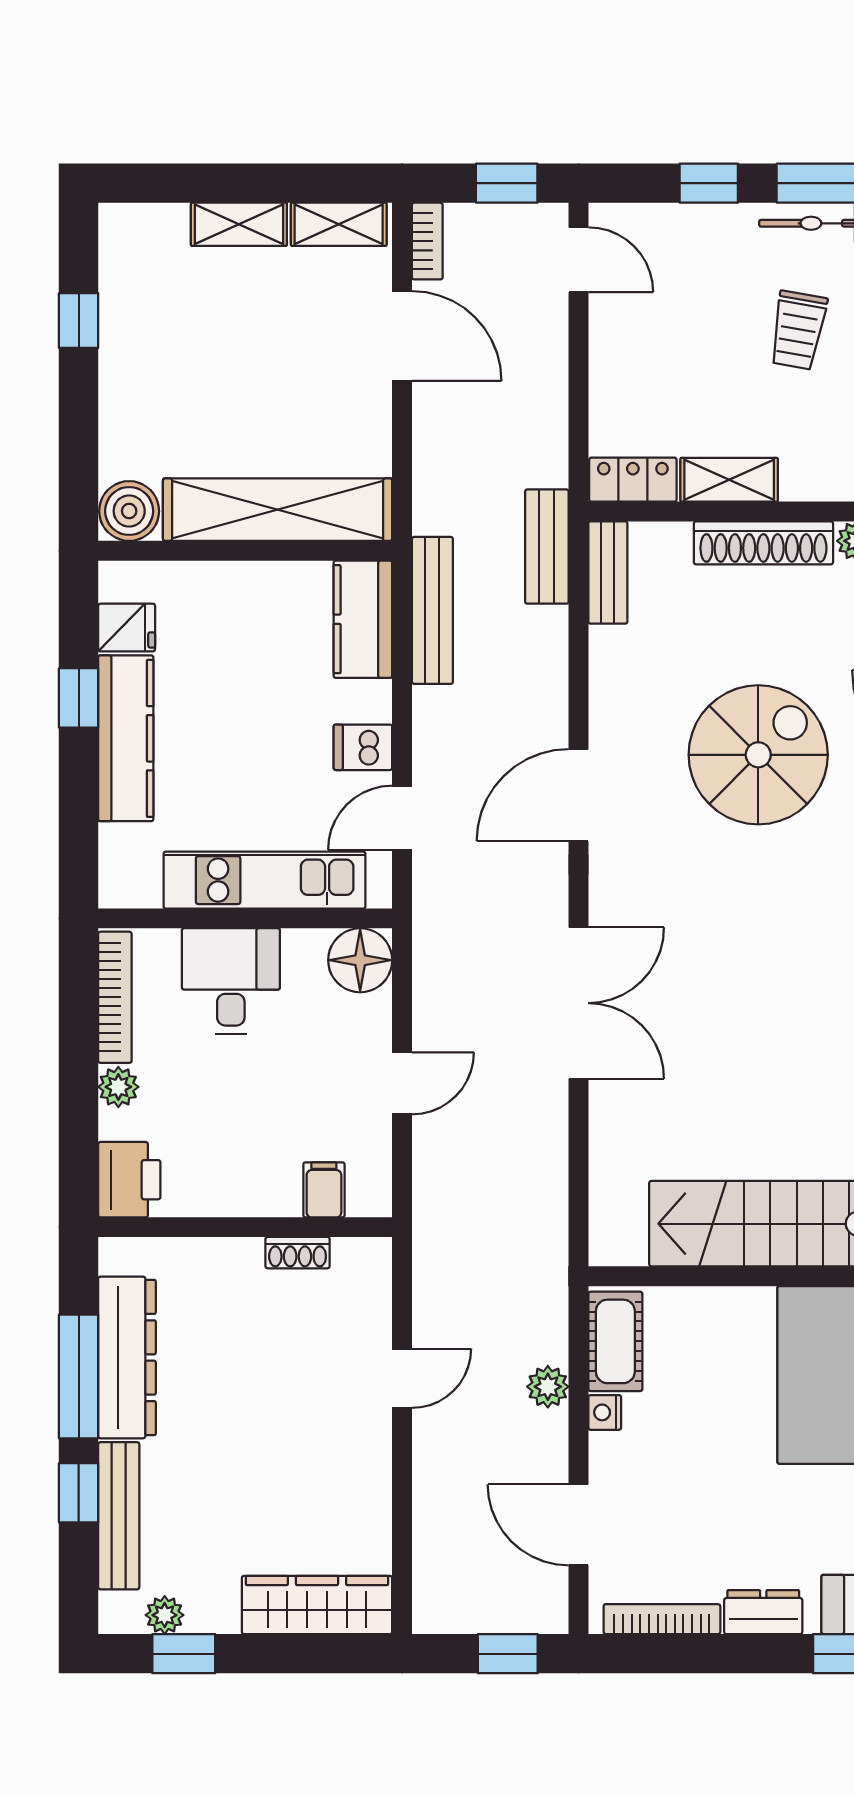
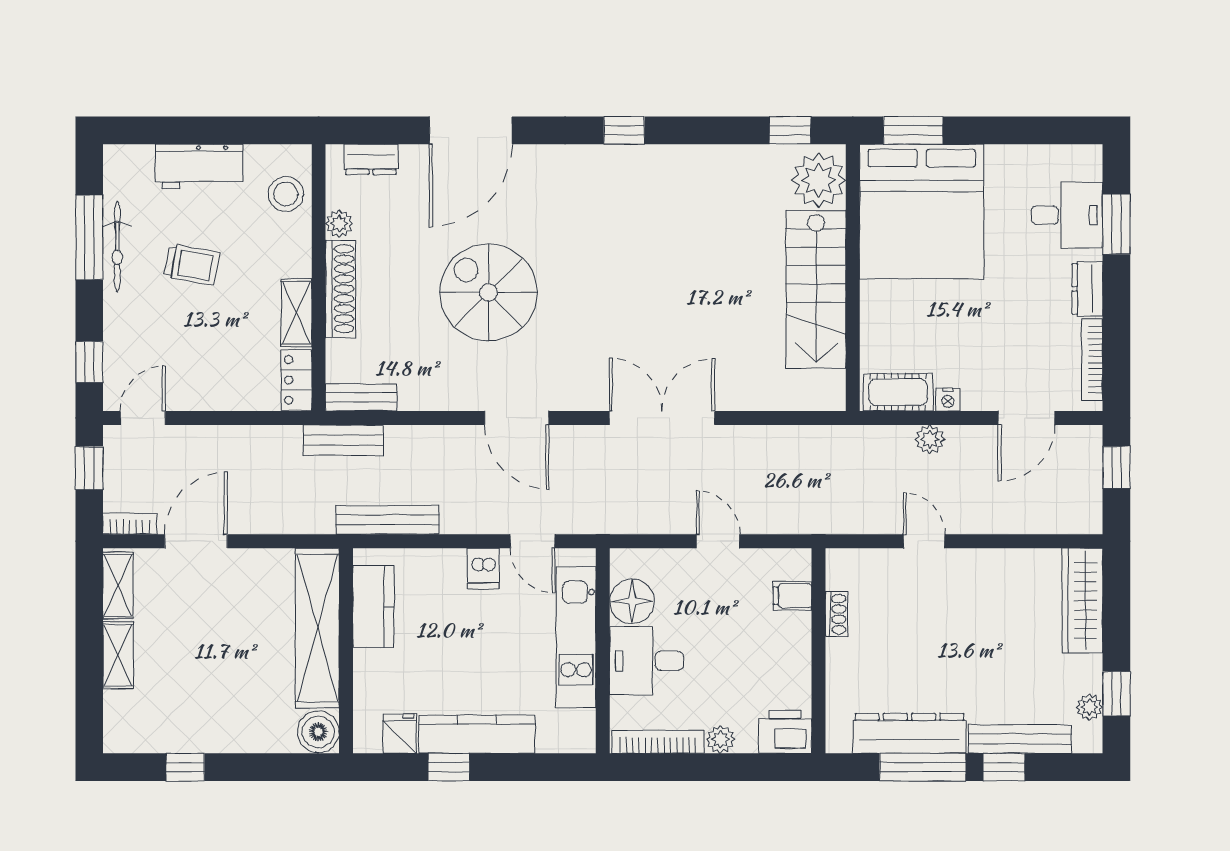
window: (709, 183) -> (89, 362), moved
kitchen counter: (363, 619) -> (373, 607), moved, turned -90
floor lamp: (360, 960) -> (632, 601), moved

